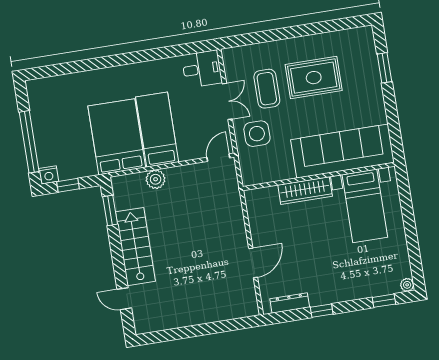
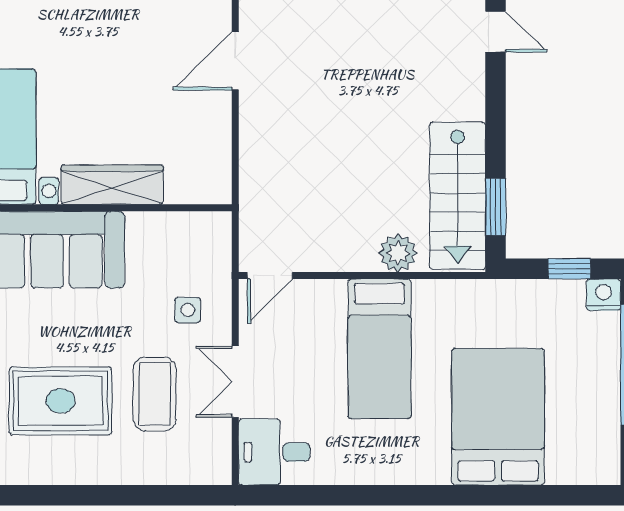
side table: (257, 134) -> (188, 310), width x0.54, depth x0.54
bed: (117, 137) -> (498, 417), moved, turned 180
stairs: (136, 247) -> (458, 196), moved

